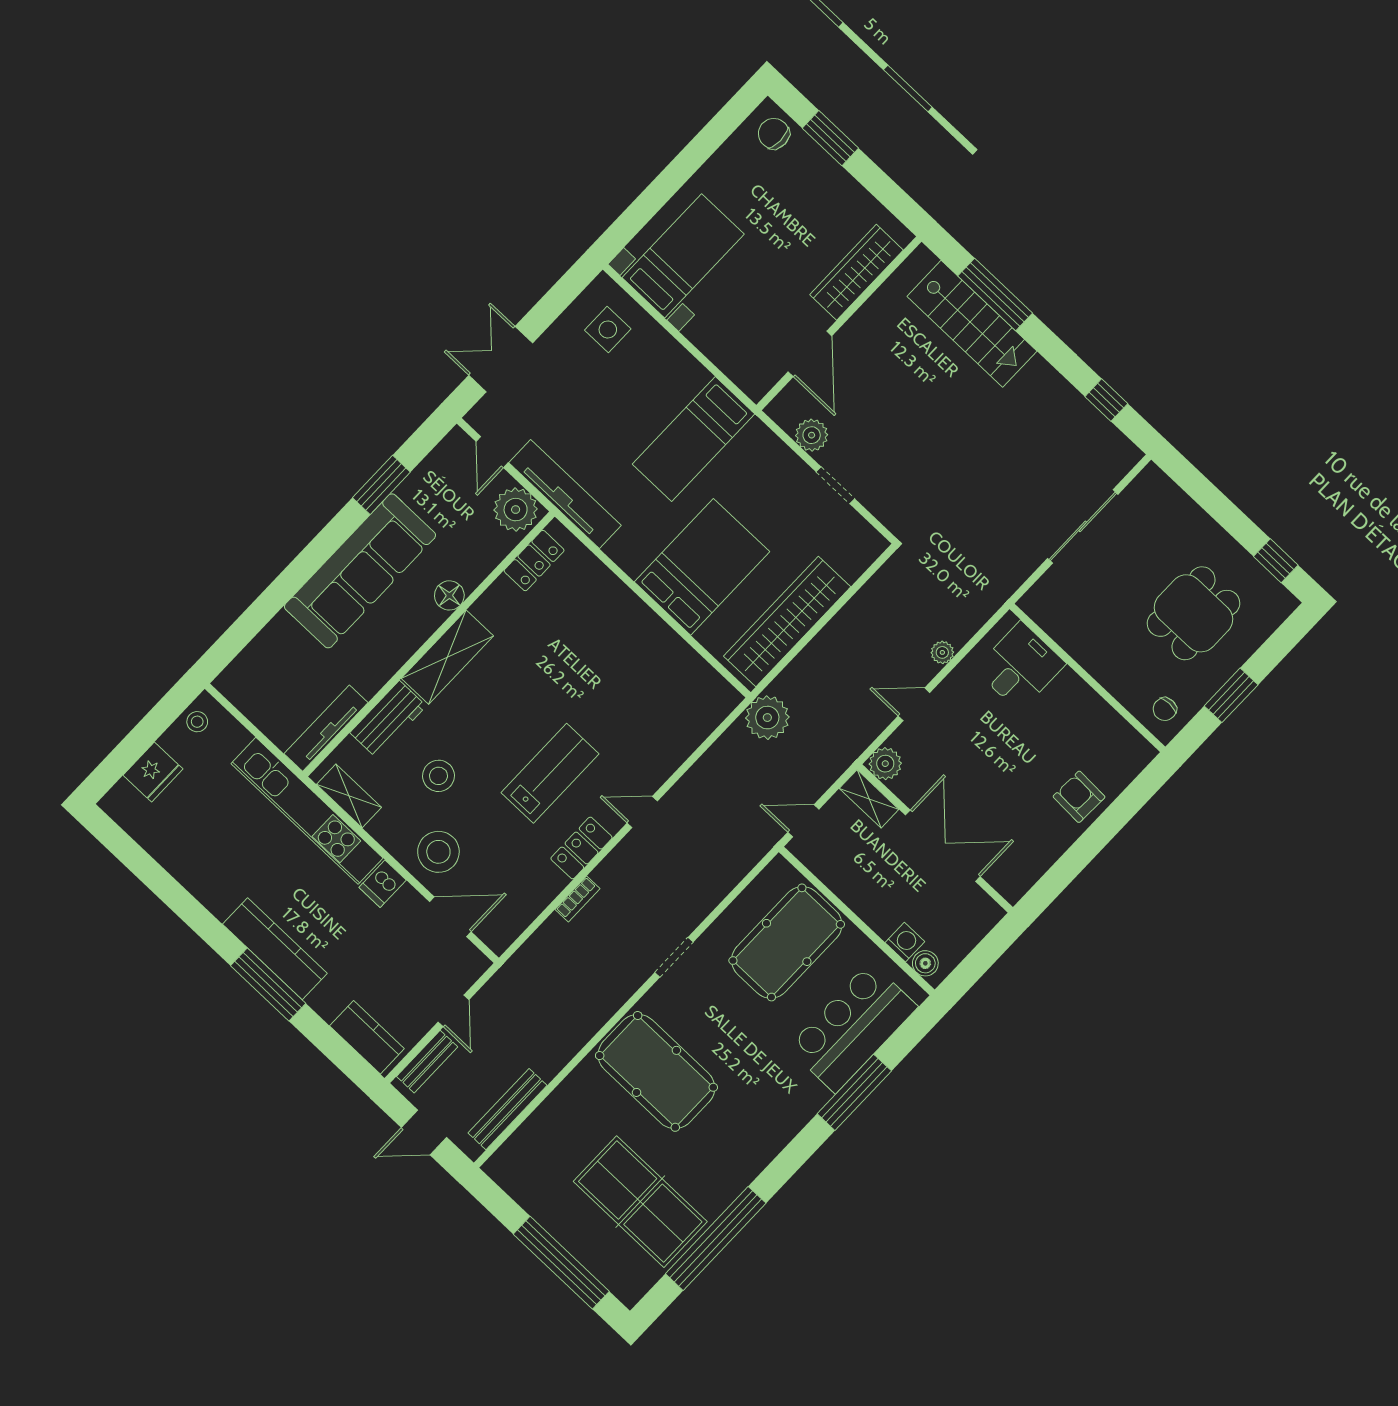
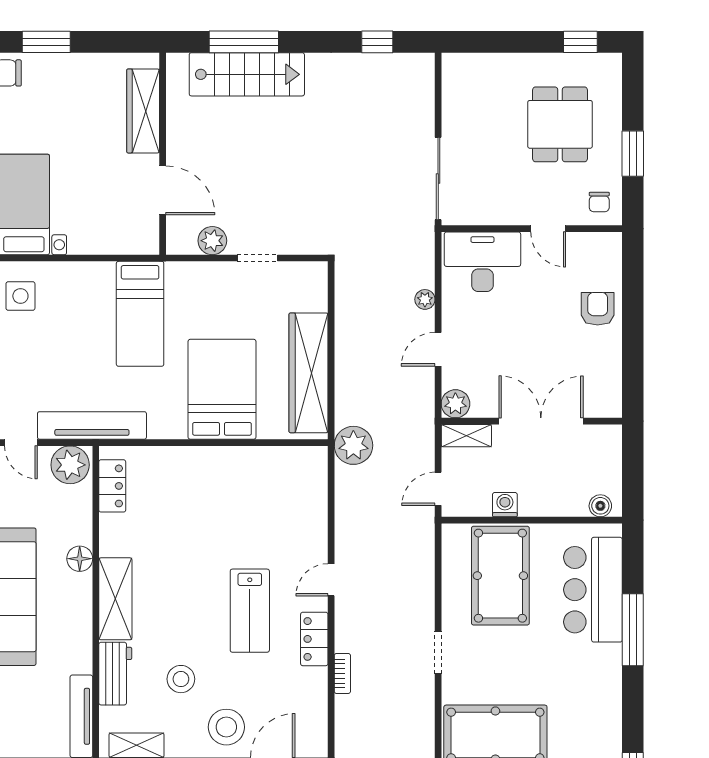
sliding door: (1083, 526) -> (438, 178), moved
desk: (1020, 667) -> (482, 262), width x1.37
door: (1101, 691) -> (548, 229), added
lab bench: (550, 773) -> (250, 611), turned 180
armchair: (1079, 797) -> (598, 309), turned 88
washing machine: (905, 942) -> (505, 505), moved

